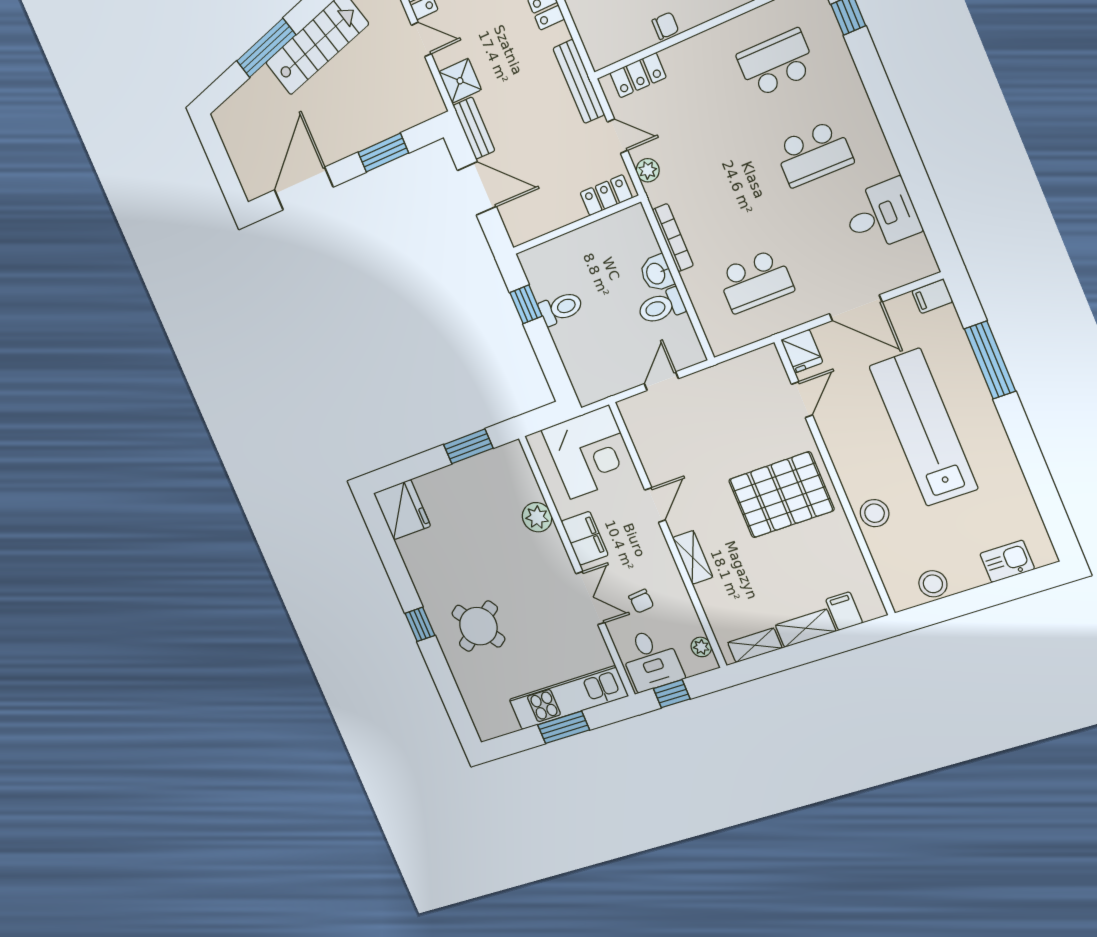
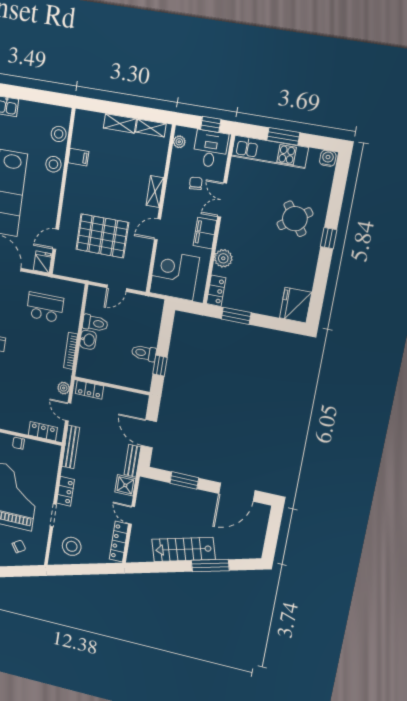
locker: (518, 465) -> (216, 291), added
pallet: (781, 495) -> (102, 236), moved
stool: (933, 584) -> (59, 134), moved
filing cabinet: (844, 611) -> (78, 157), moved, turned -90
water cooler: (489, 728) -> (328, 158), added

